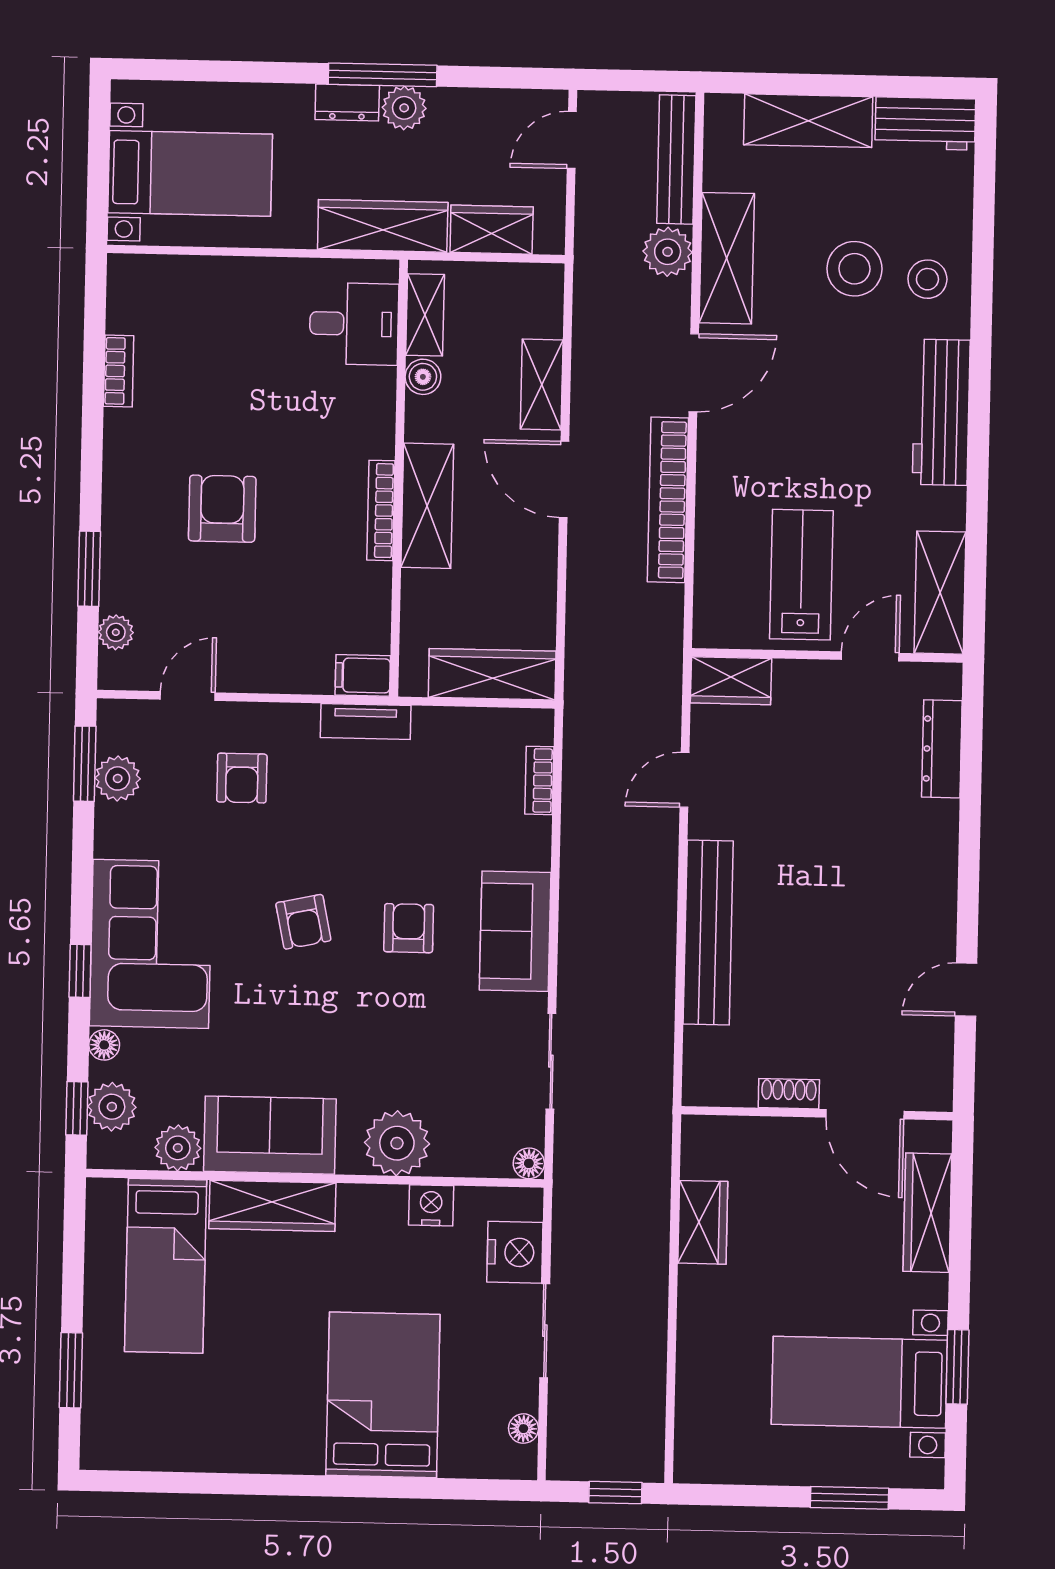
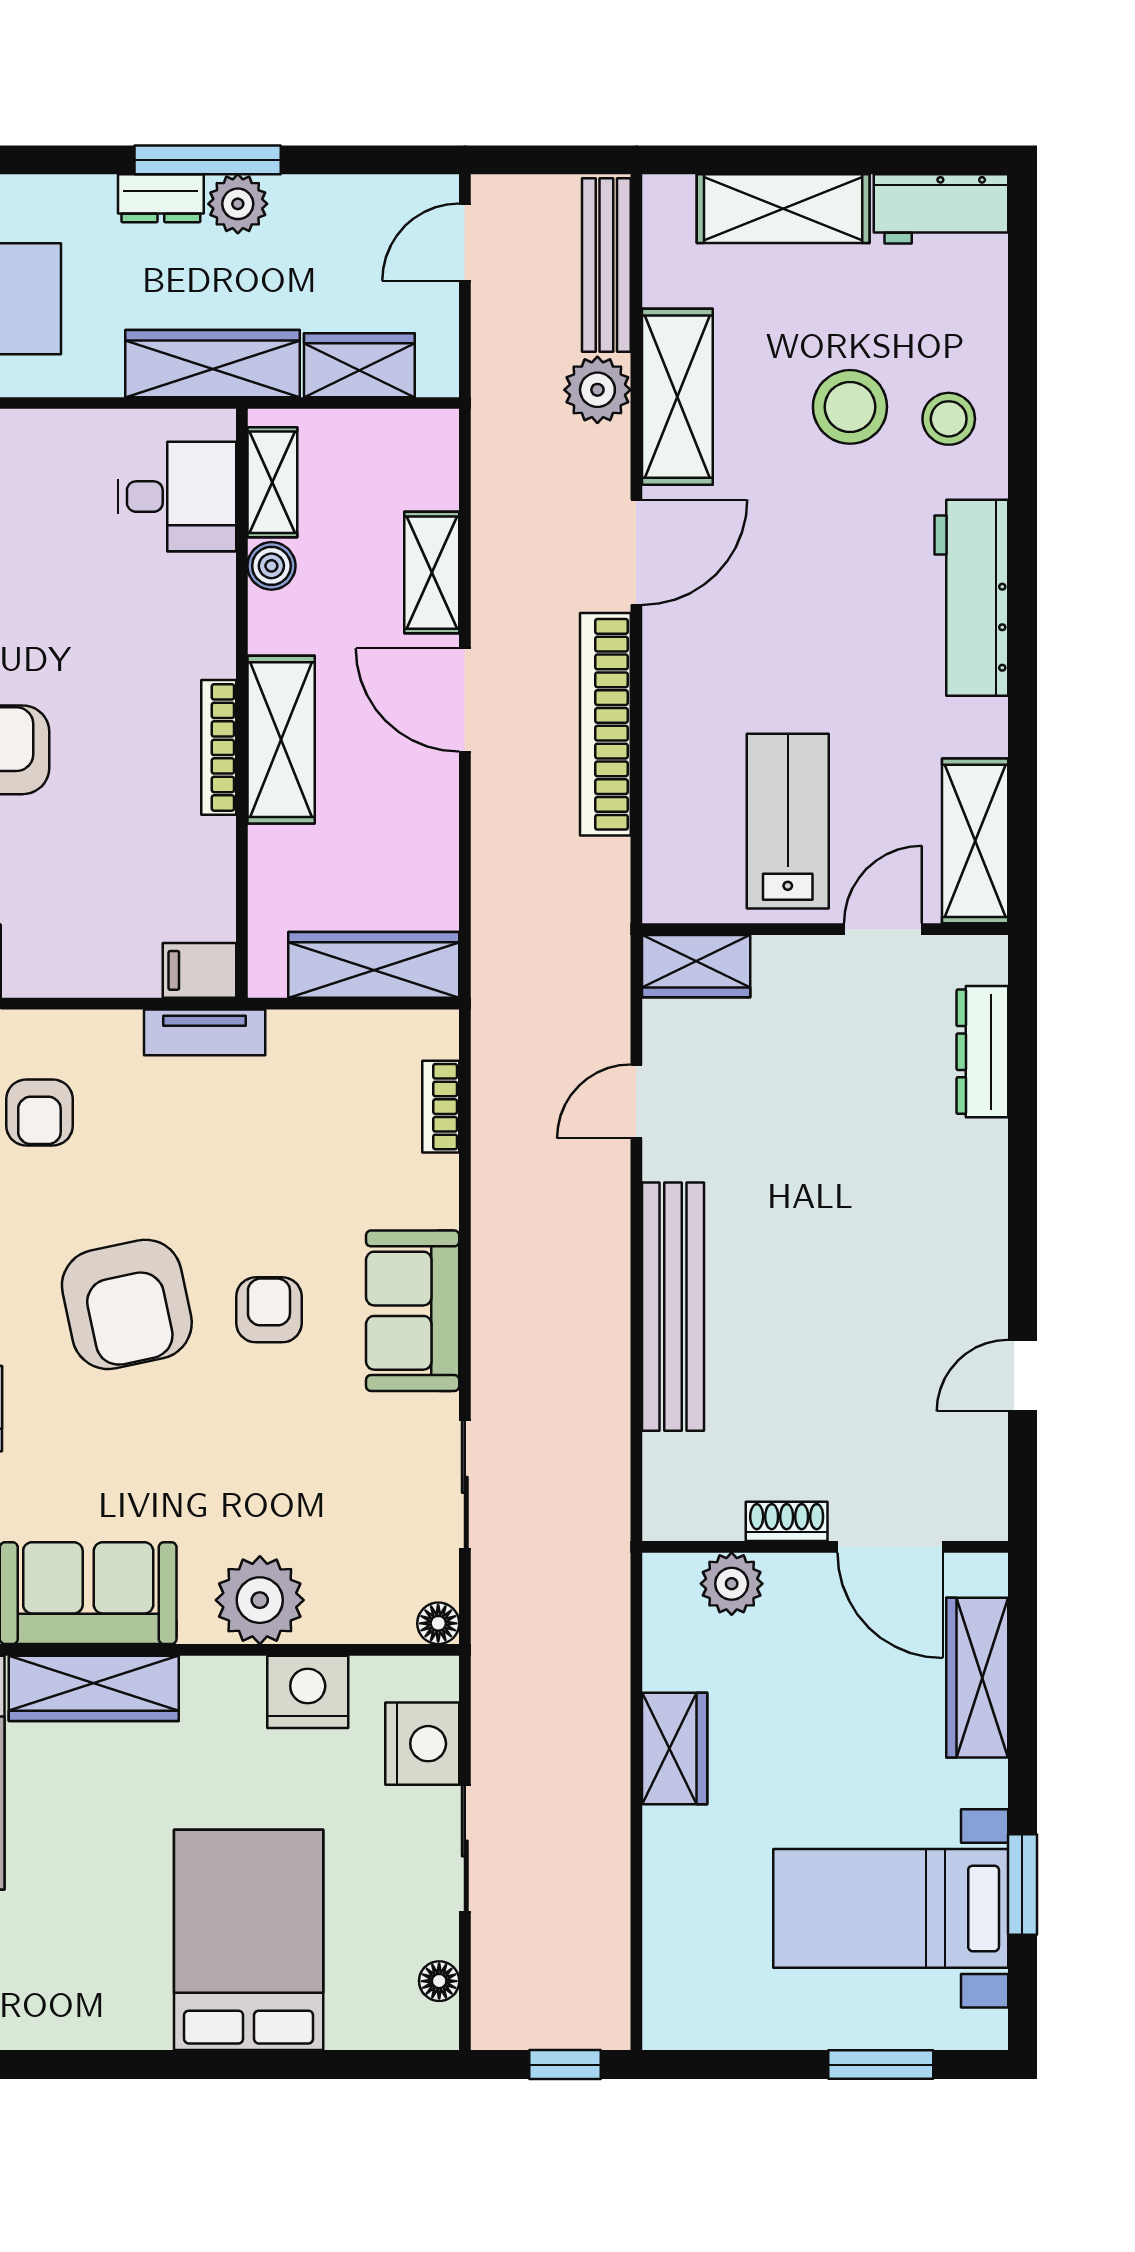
armchair: (303, 922) -> (127, 1304), width x1.88, depth x1.88
plant: (747, 1139) -> (732, 1584), added
nightstand: (431, 1205) -> (308, 1692), width x1.36, depth x1.33
wardrobe: (703, 1222) -> (675, 1749), moved

